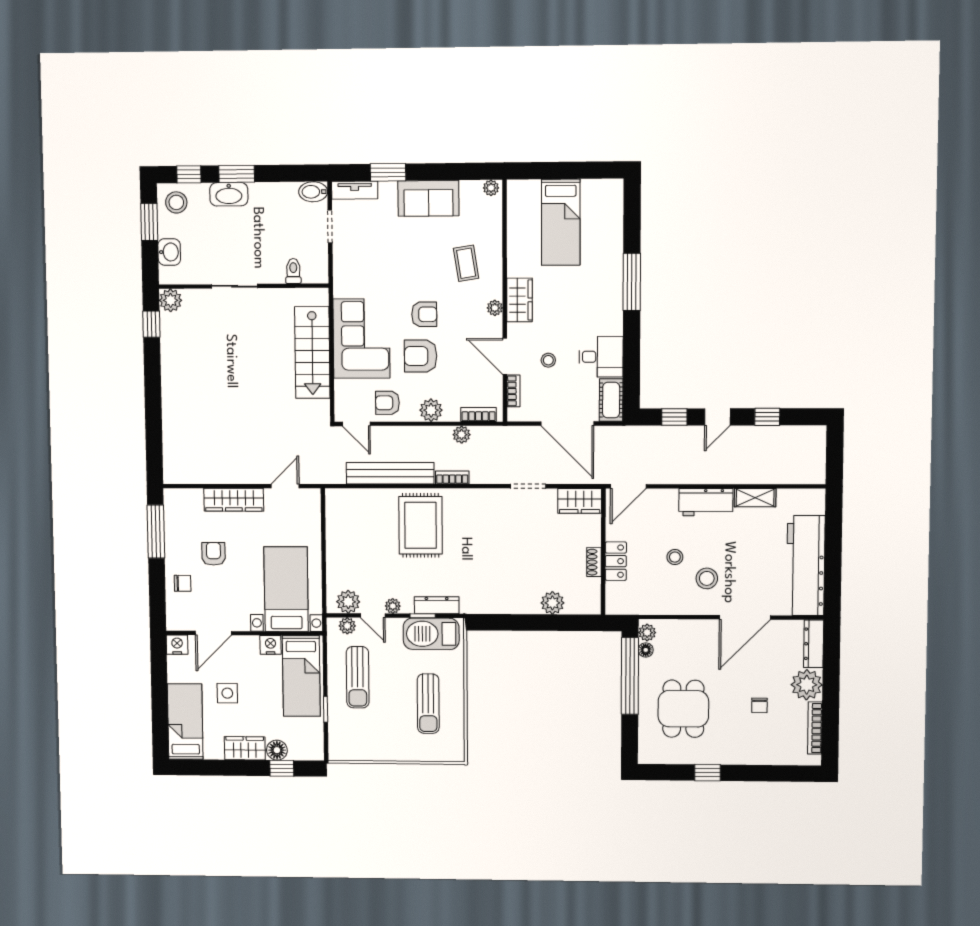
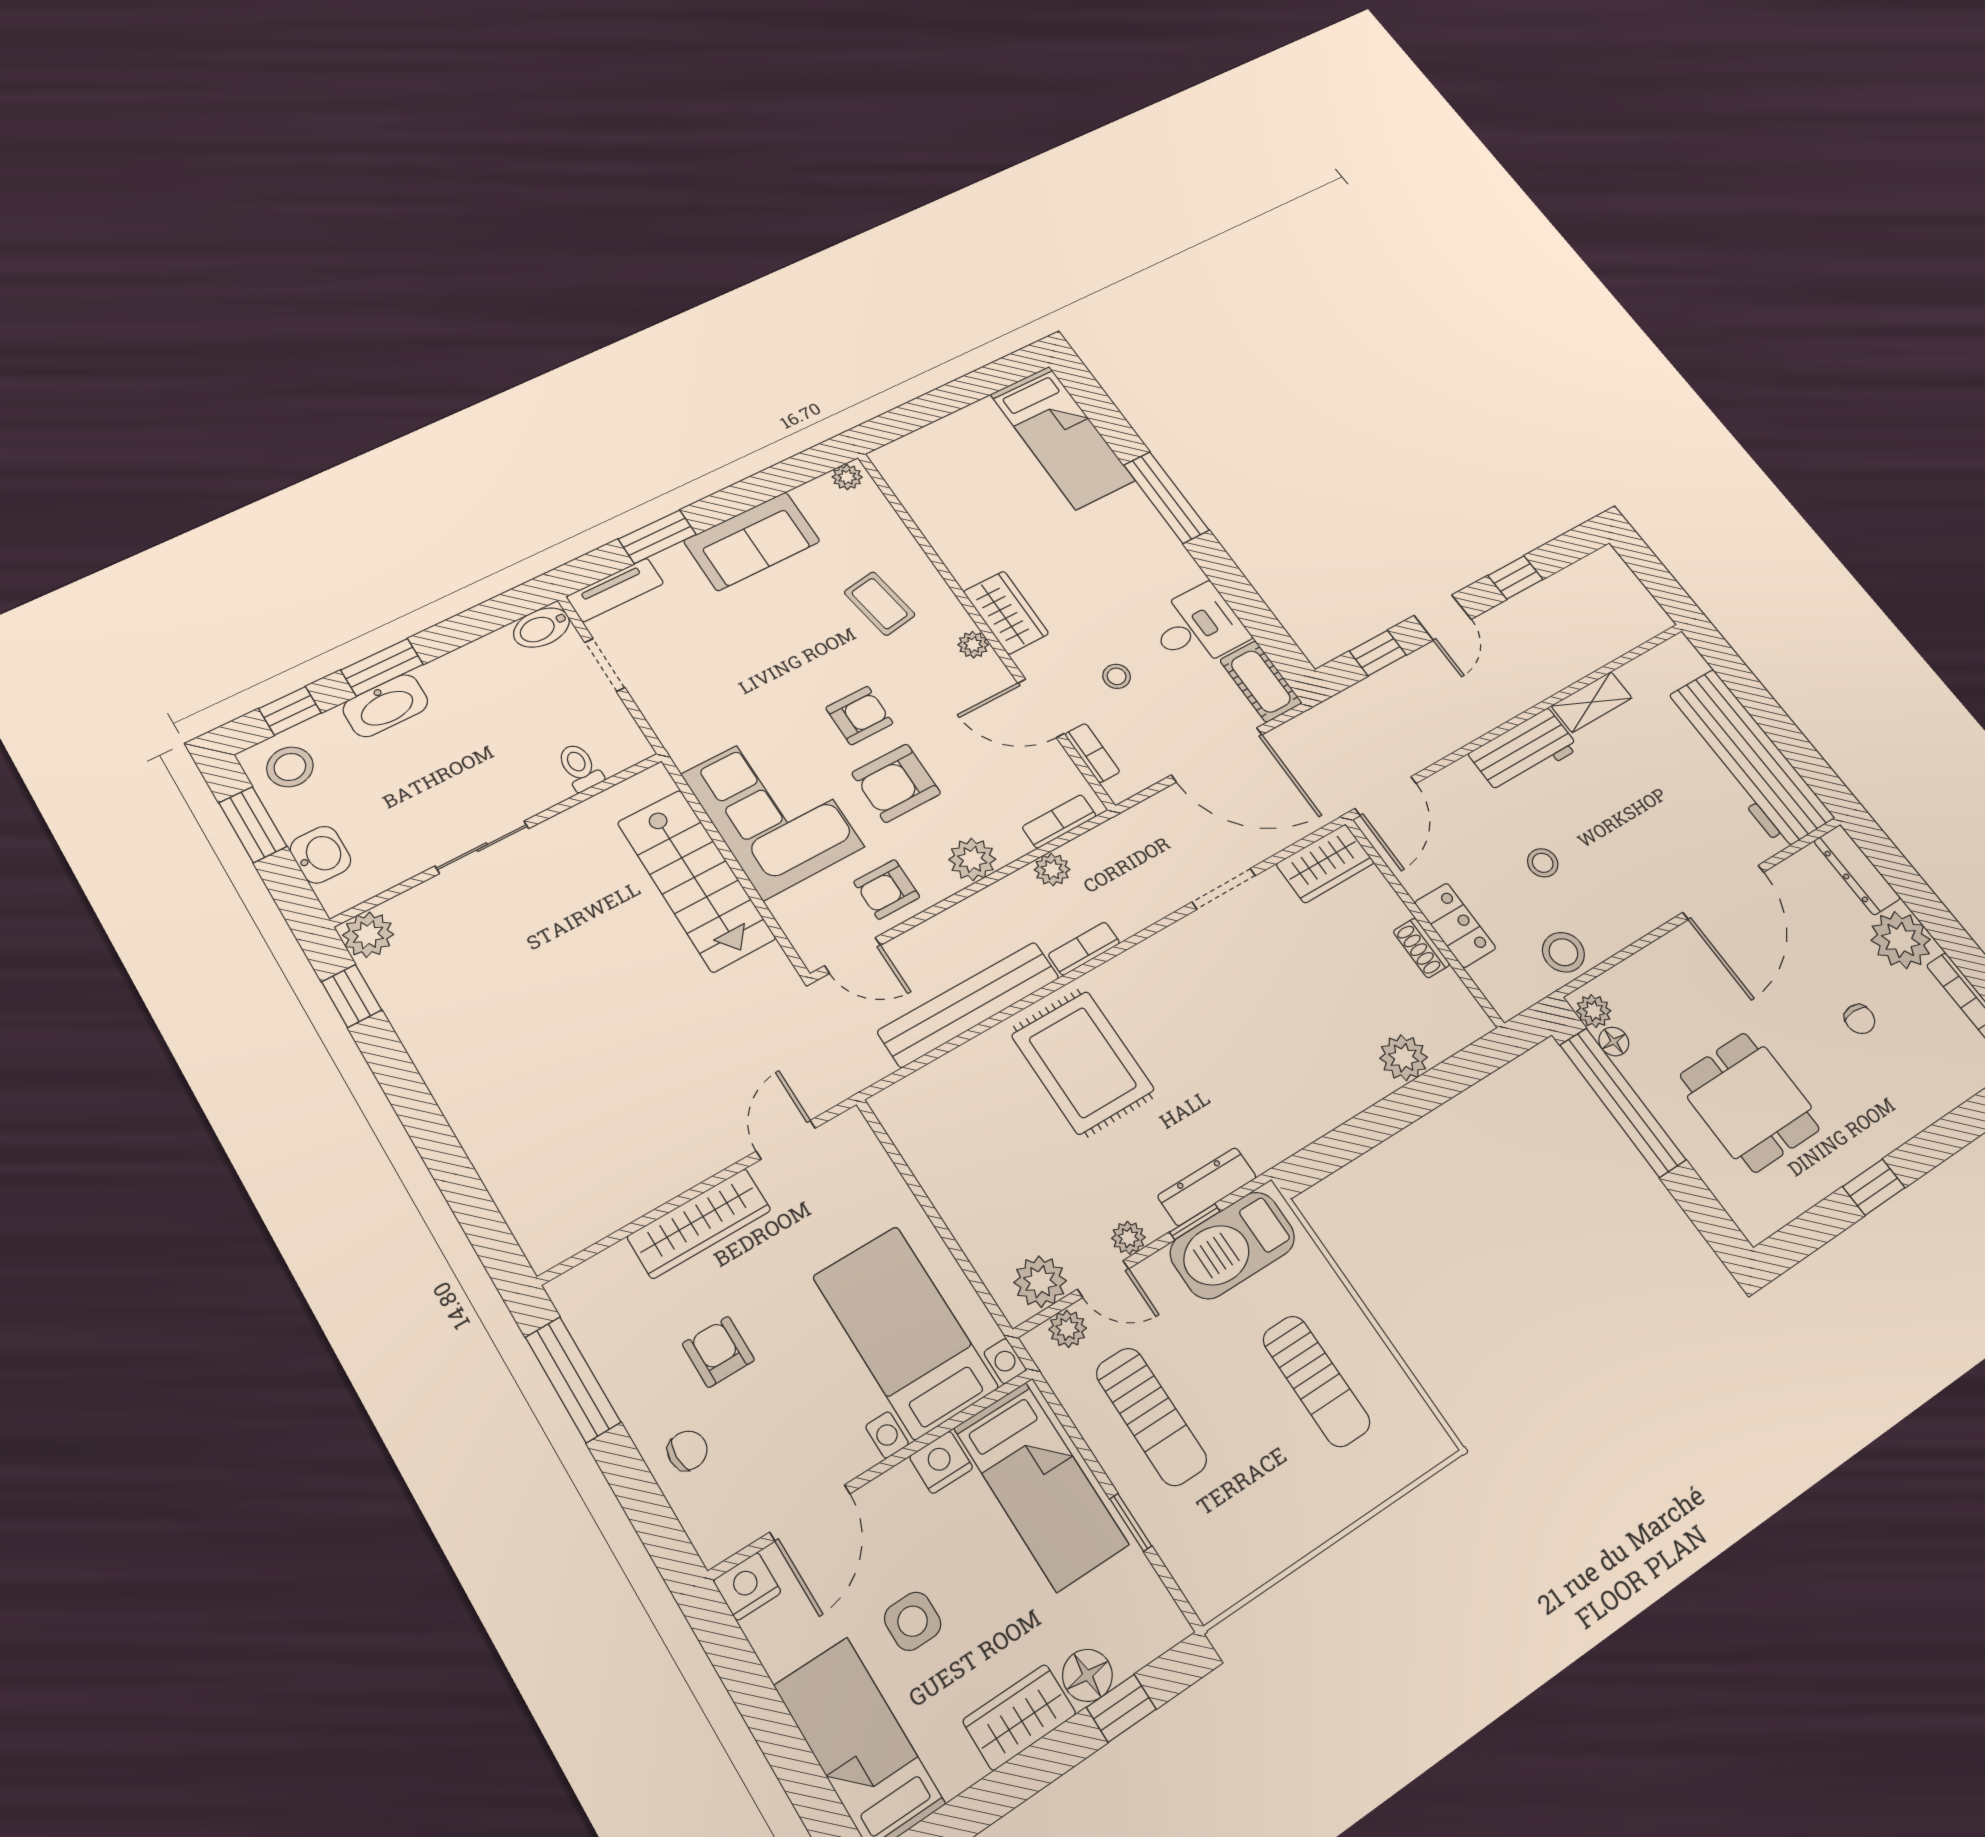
bed: (561, 222) -> (1062, 437), moved
stool: (707, 578) -> (1563, 952), moved

